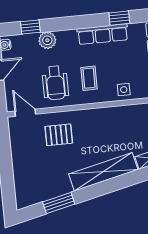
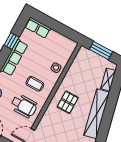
pallet: (59, 135) -> (68, 102), moved

